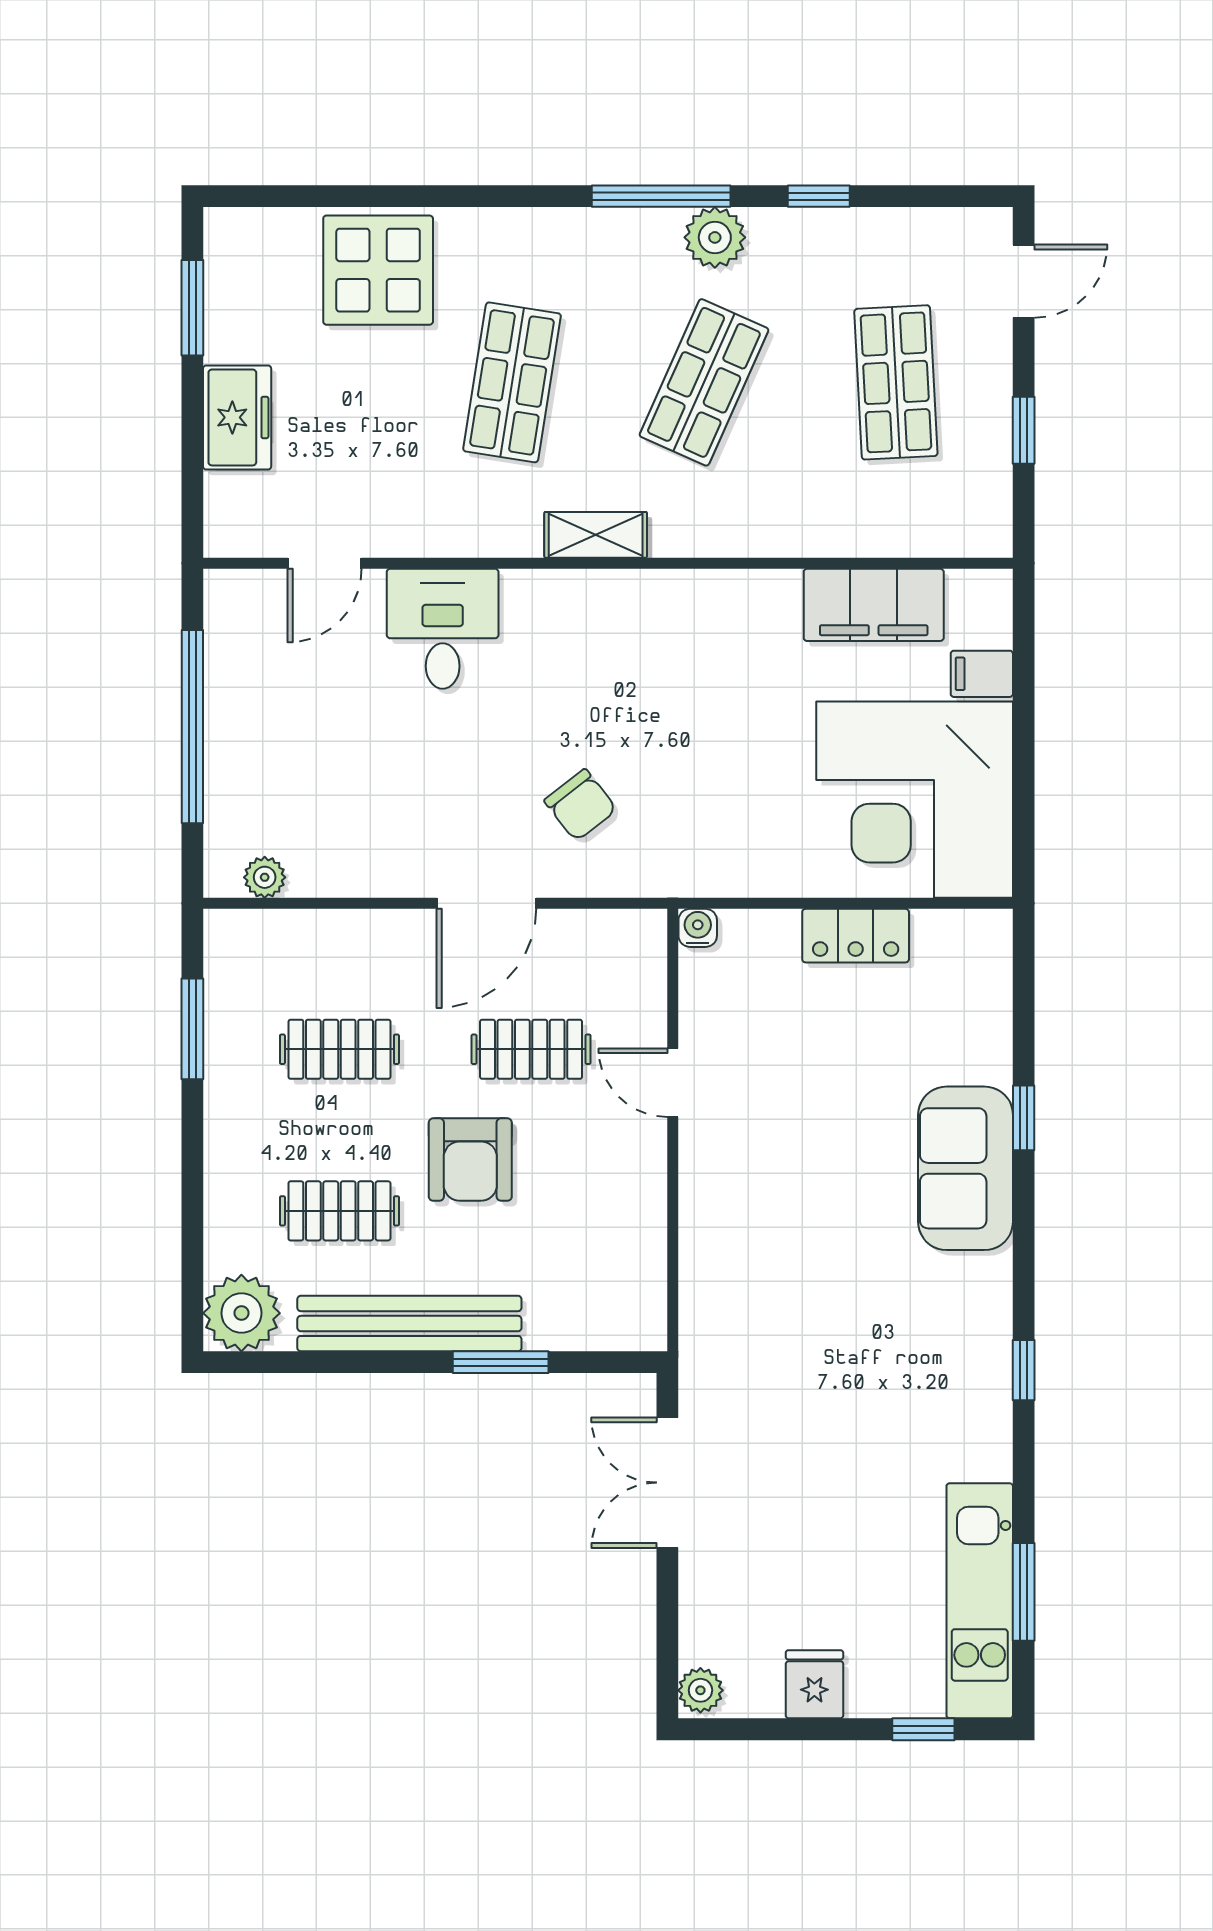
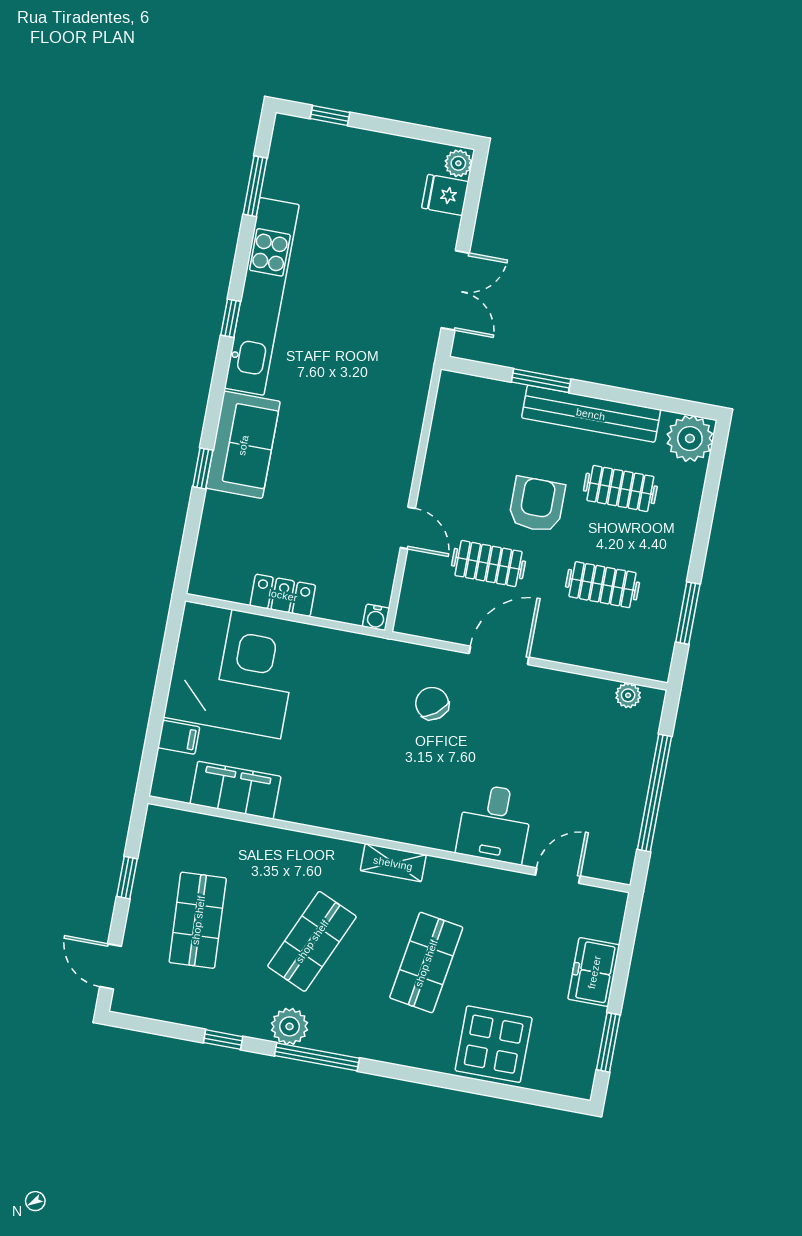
door: (1024, 281) -> (111, 966), hinge flipped
kitchen unit: (980, 1601) -> (262, 296), moved, width x1.36
fridge: (814, 1684) -> (445, 195), moved, turned 90

